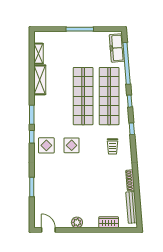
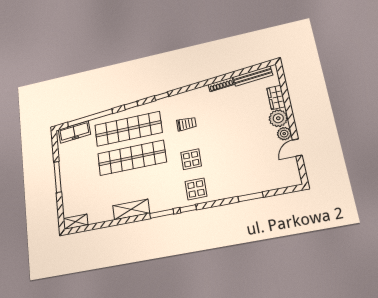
shelving: (38, 54) -> (76, 222), moved
shelving: (40, 80) -> (131, 210), moved
trolley: (113, 146) -> (186, 124), moved
plant: (91, 220) -> (278, 118), added
door: (48, 230) -> (297, 148), moved

